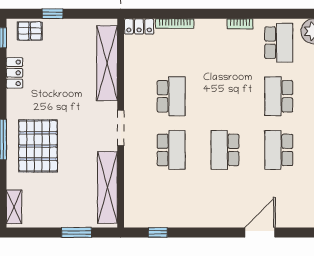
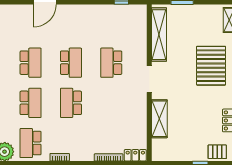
shelving: (107, 63) -> (159, 119), width x0.68
school desk: (171, 96) -> (71, 103), moved

